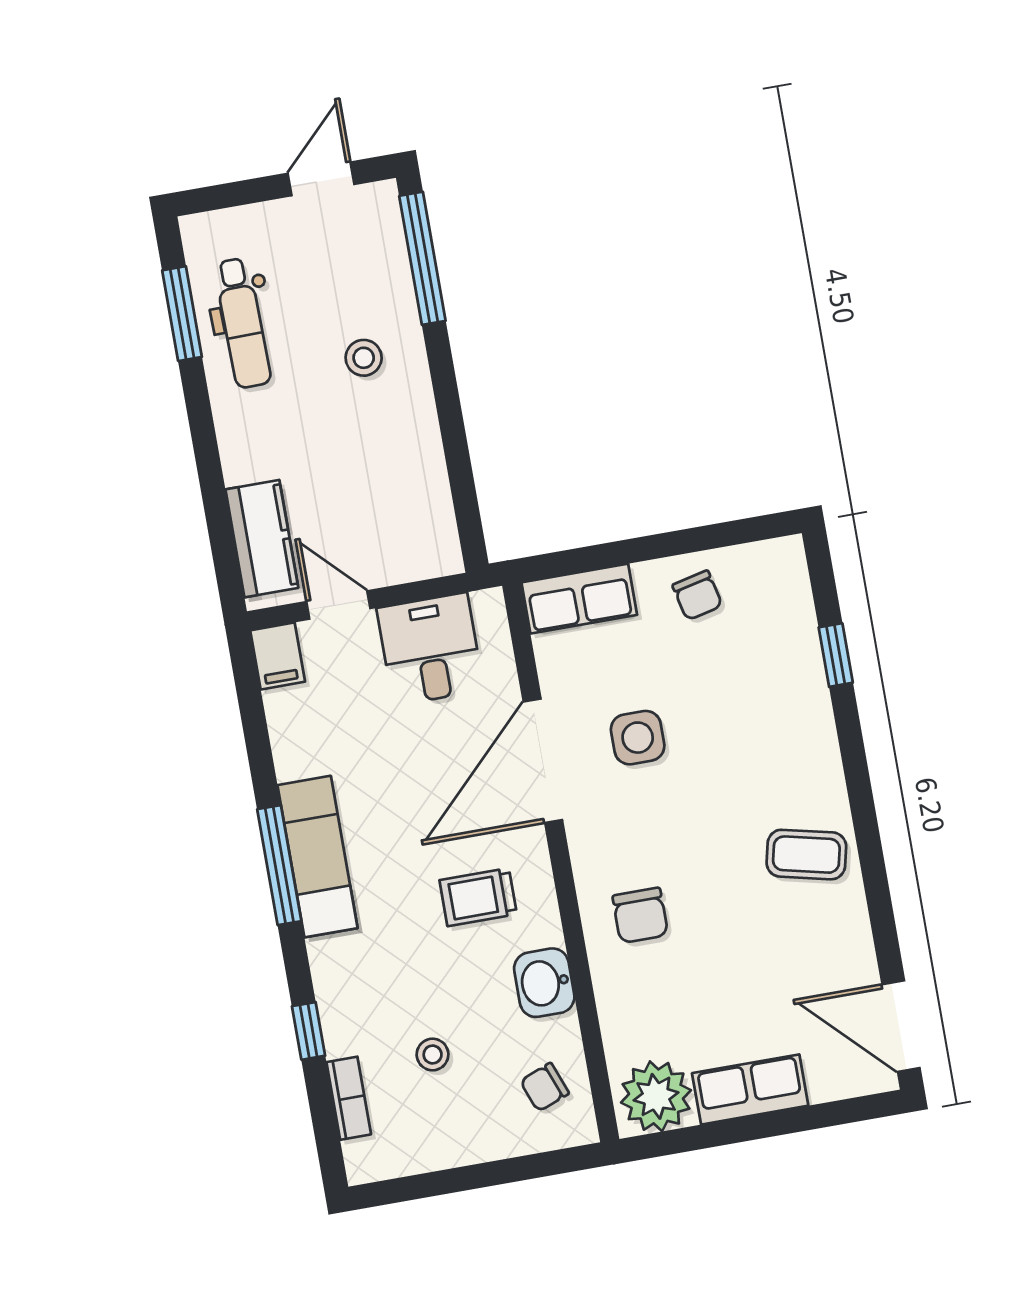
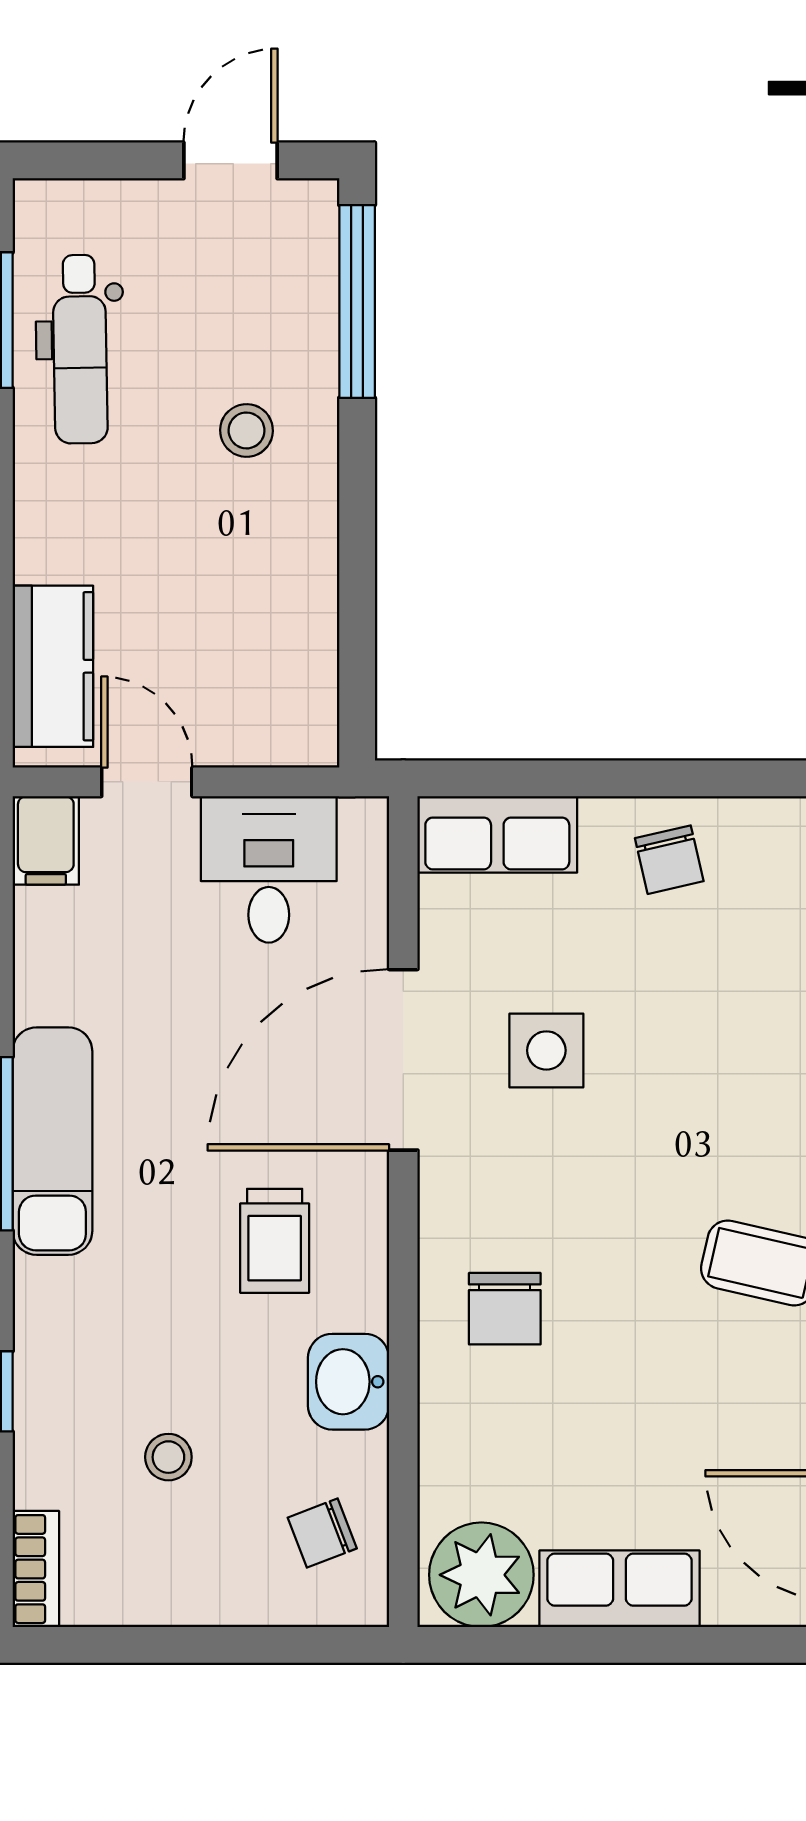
trolley: (478, 897) -> (275, 1241), turned -90
bookcase: (349, 1098) -> (36, 1569), moved

